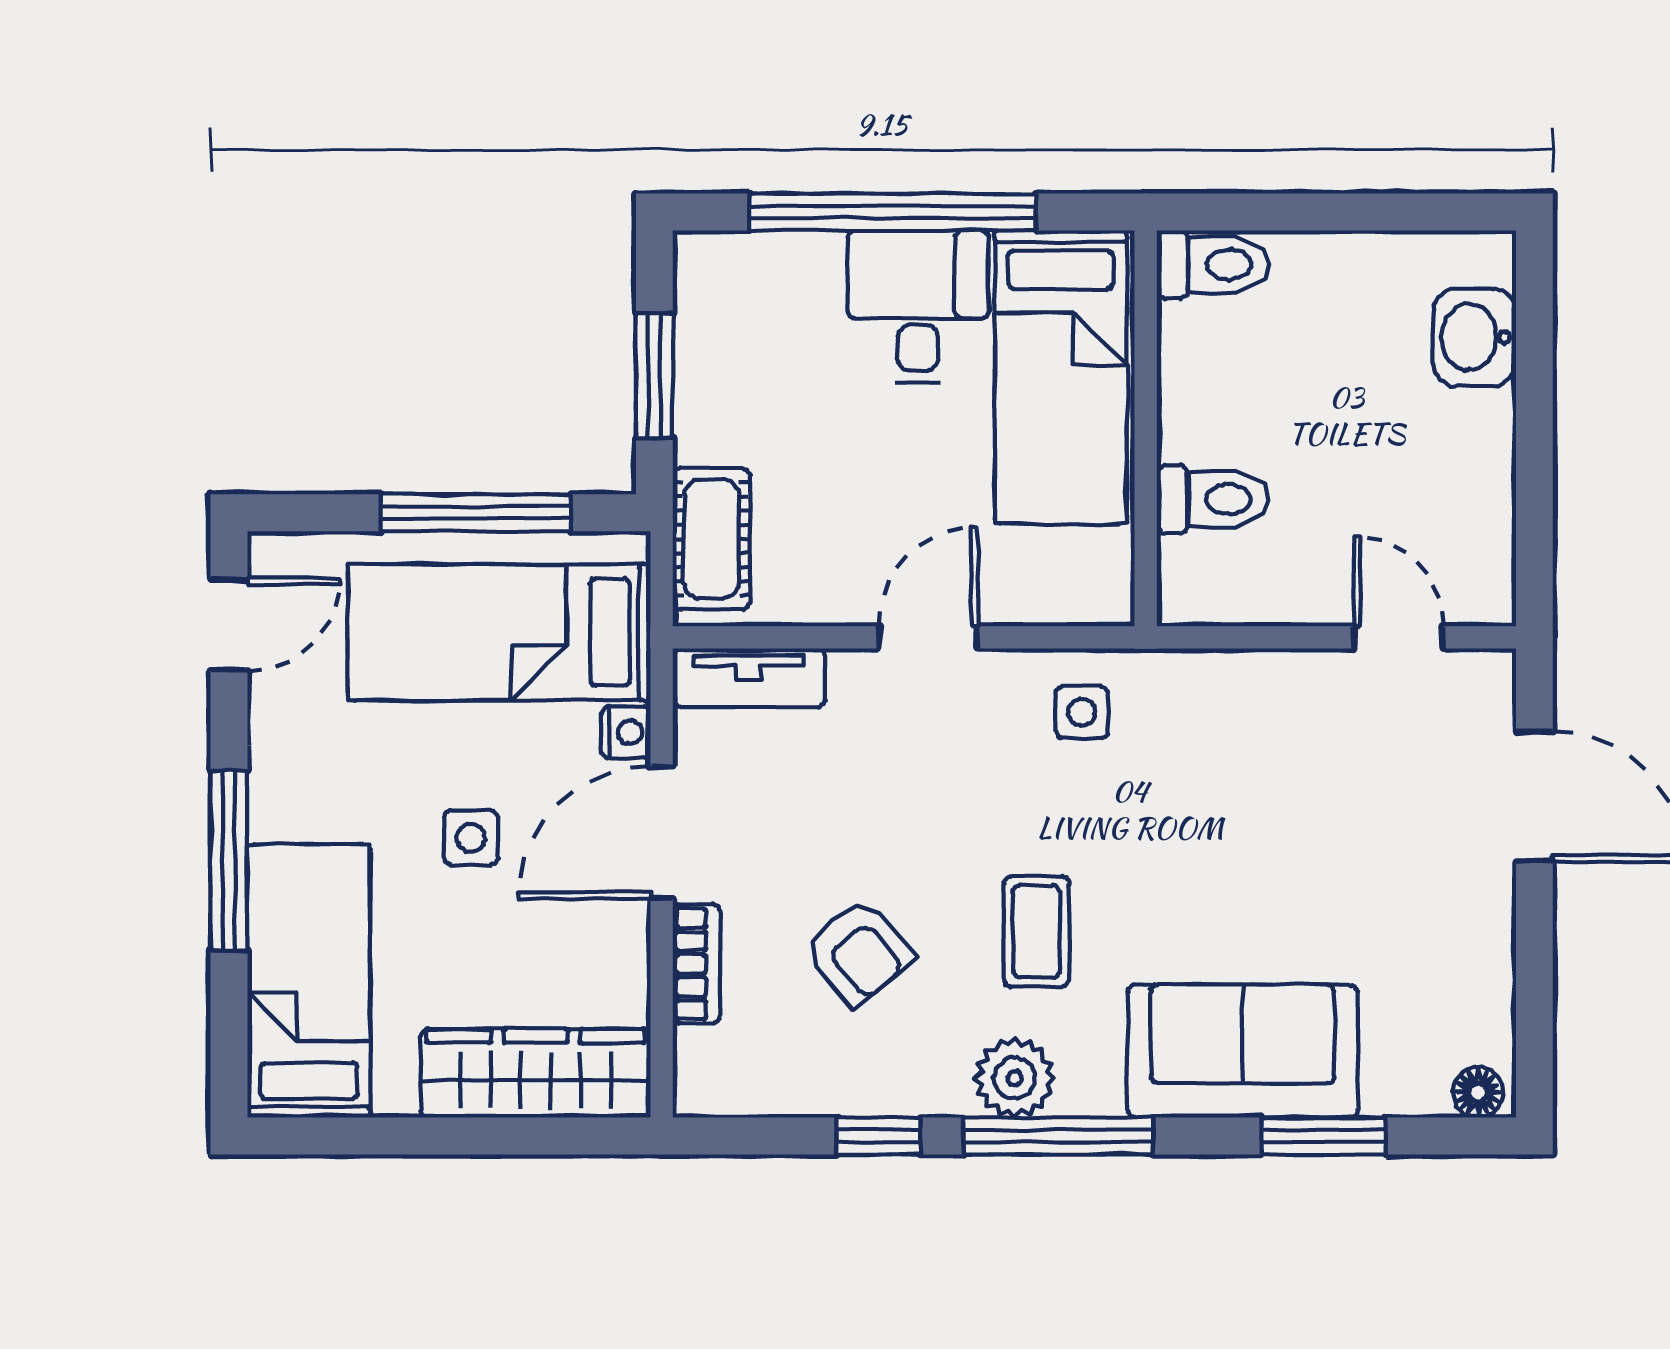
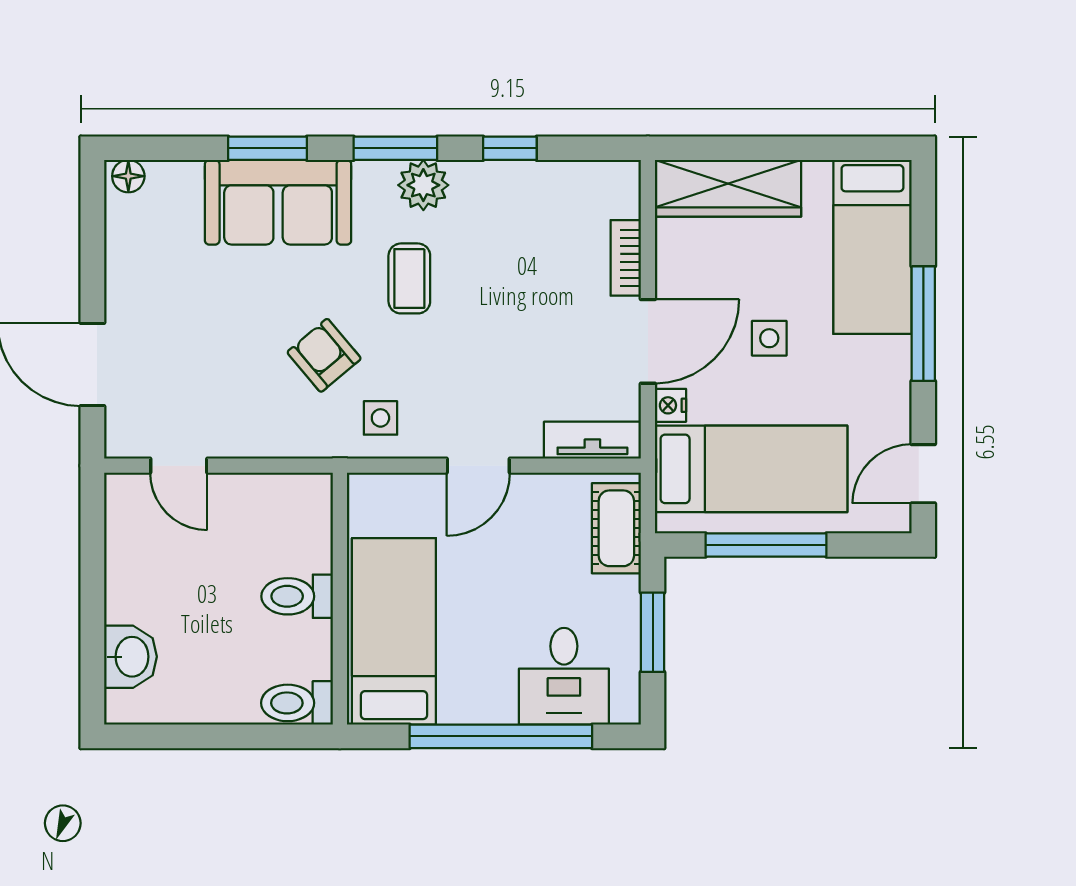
desk: (918, 306) -> (564, 676), moved
toilet: (1213, 499) -> (297, 596), moved
armchair: (859, 952) -> (324, 355), moved
window: (1058, 1136) -> (395, 148), width x0.69
window: (1324, 1136) -> (267, 148), moved

